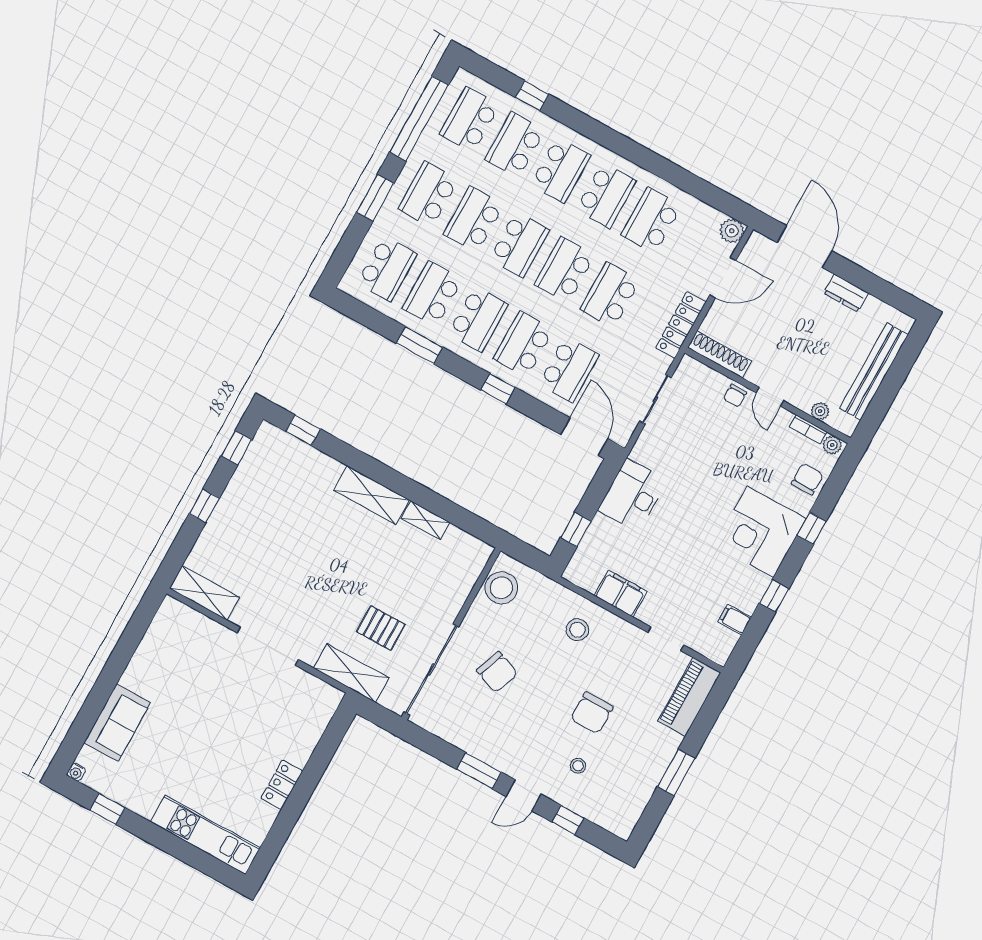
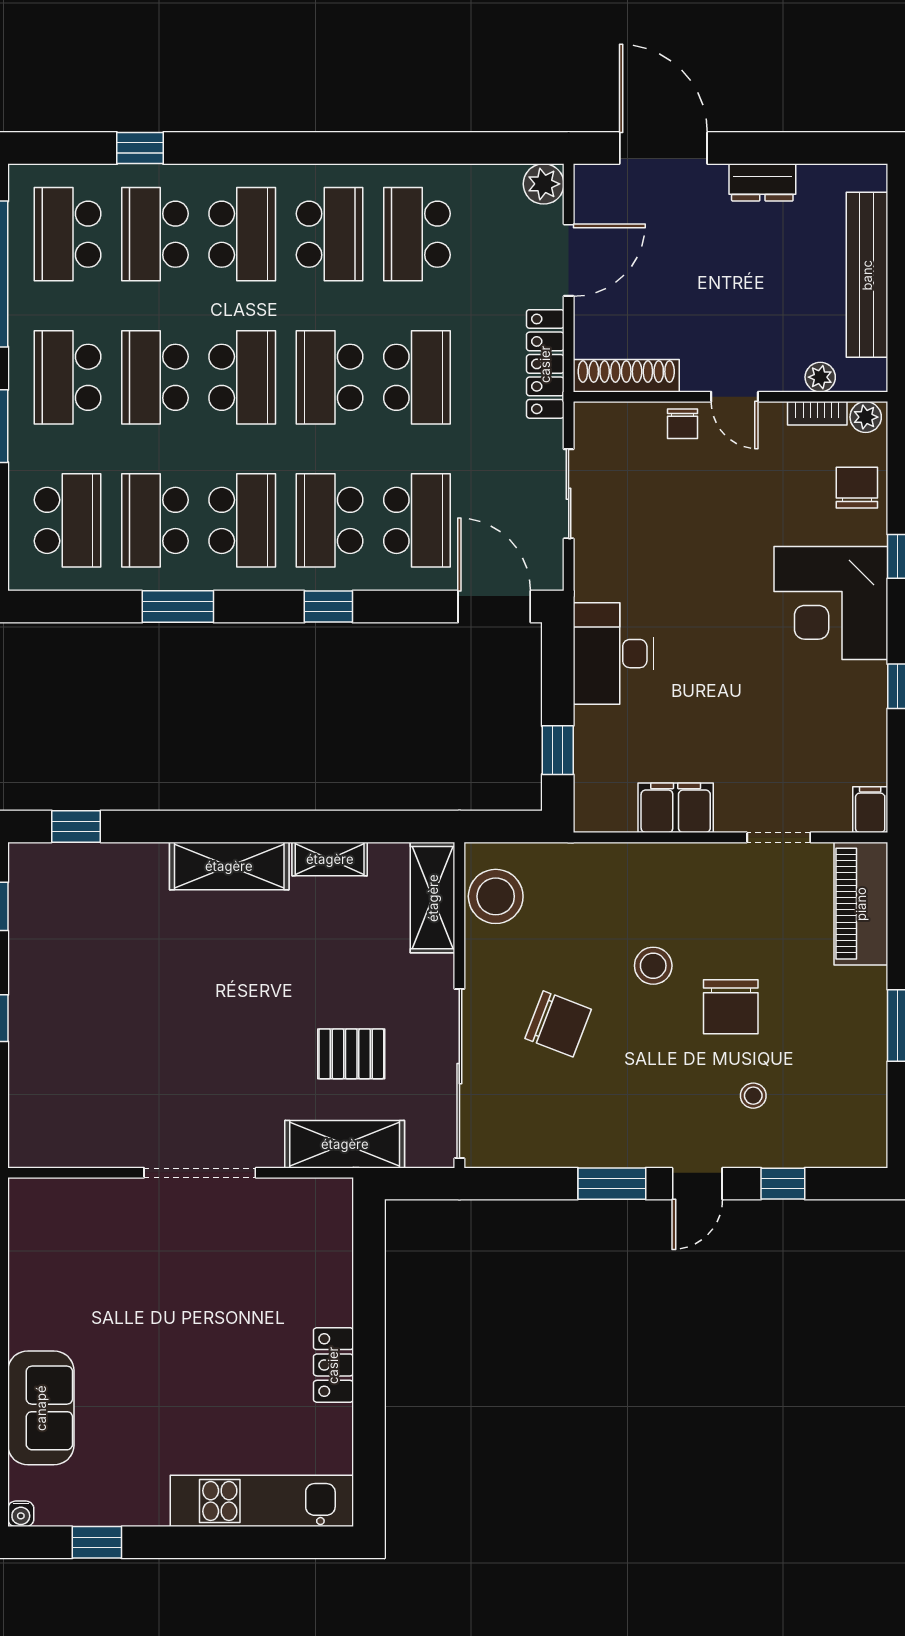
school desk: (610, 295) -> (417, 377), turned 180
shelving: (204, 593) -> (433, 898), moved, turned 90
filing cabinet: (735, 620) -> (870, 810), moved, turned 90
stool: (577, 630) -> (653, 966), moved

